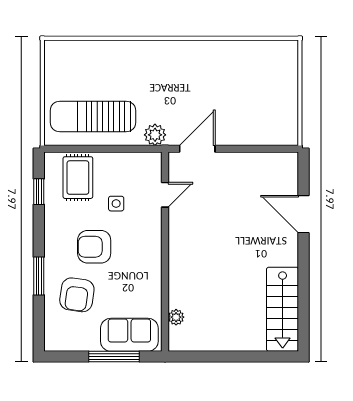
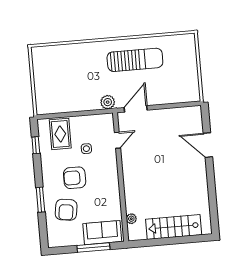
sun lounger: (93, 117) -> (135, 60), moved, turned 180
stairs: (283, 309) -> (174, 227), moved, turned 90

